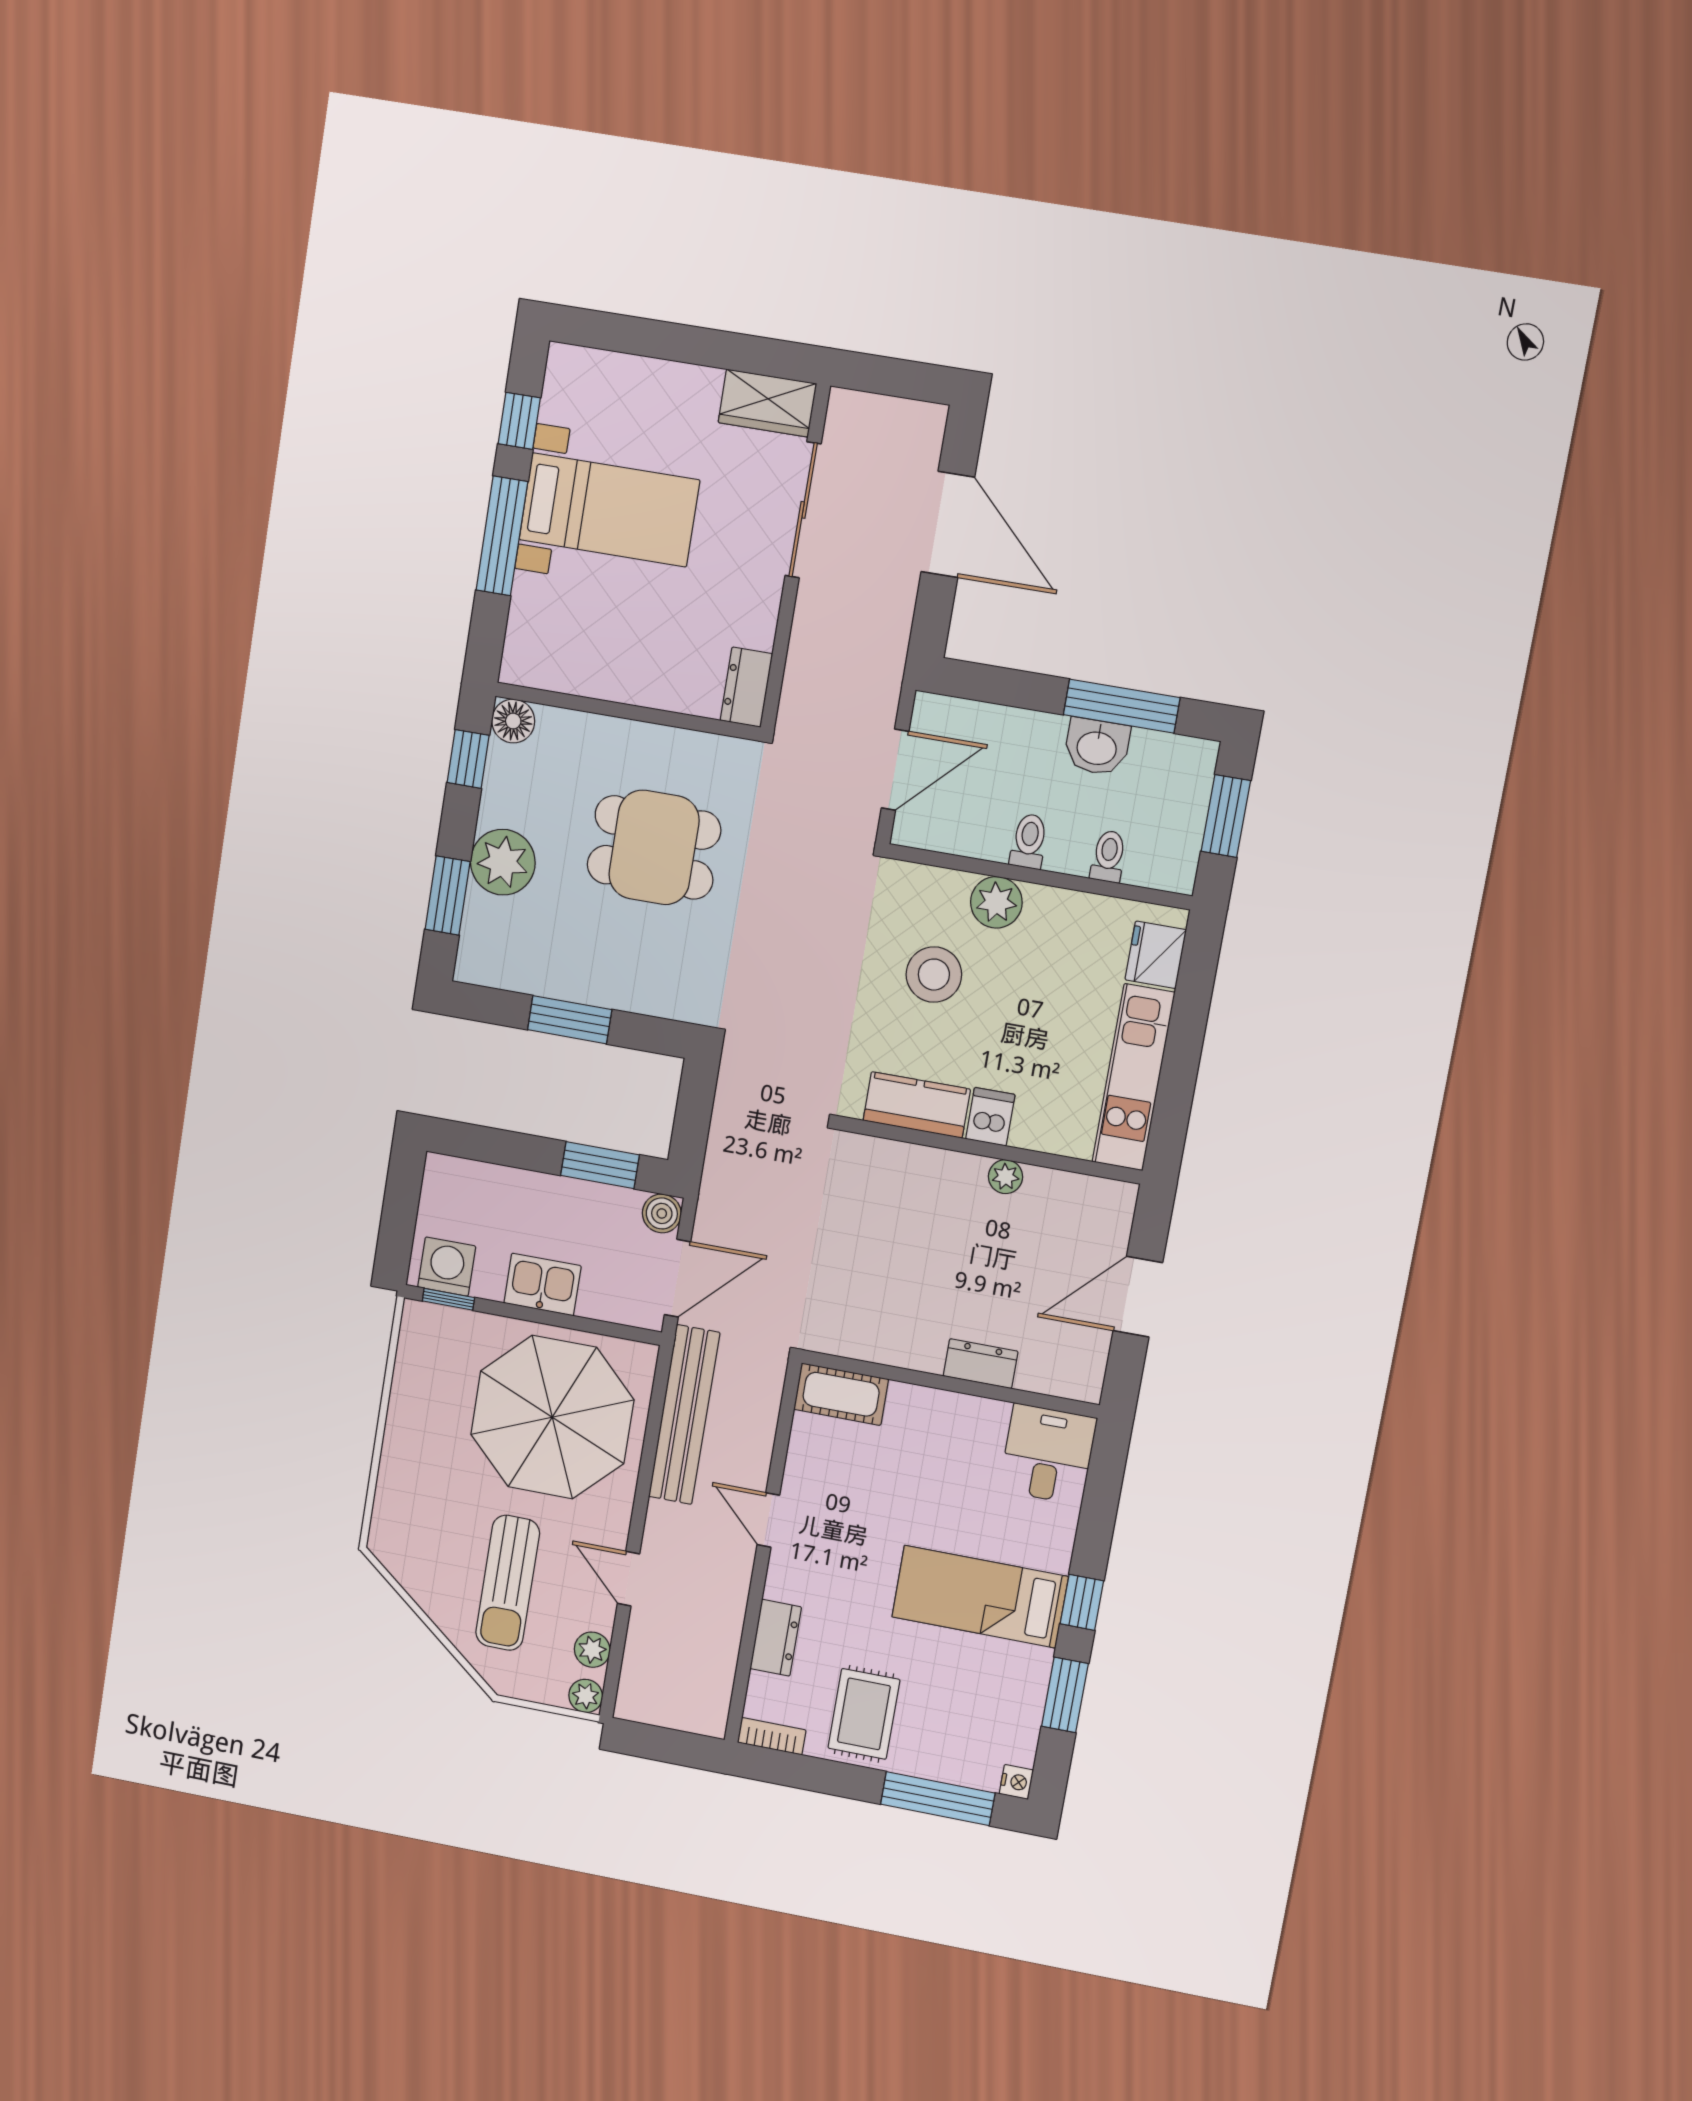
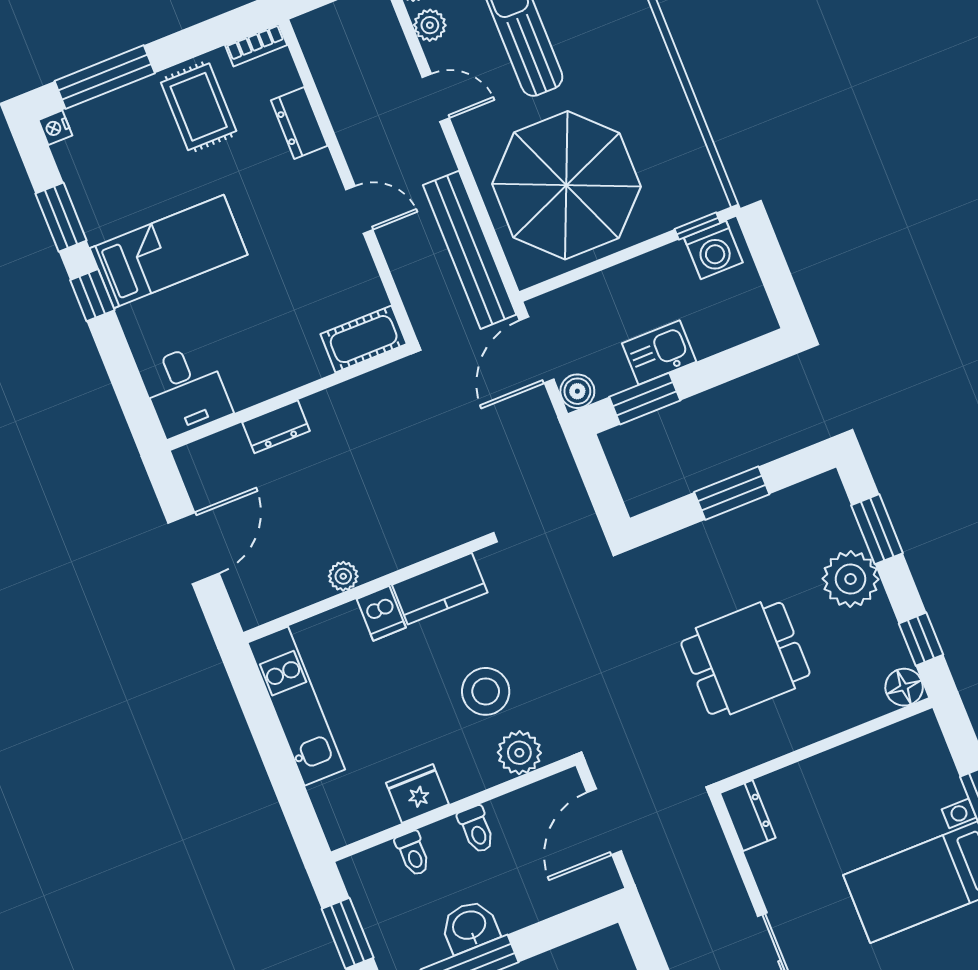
plant: (996, 902) -> (519, 753), moved
fridge: (1156, 955) -> (417, 793), moved, turned -90
kitchen sink: (543, 1285) -> (659, 352), moved, turned 180

